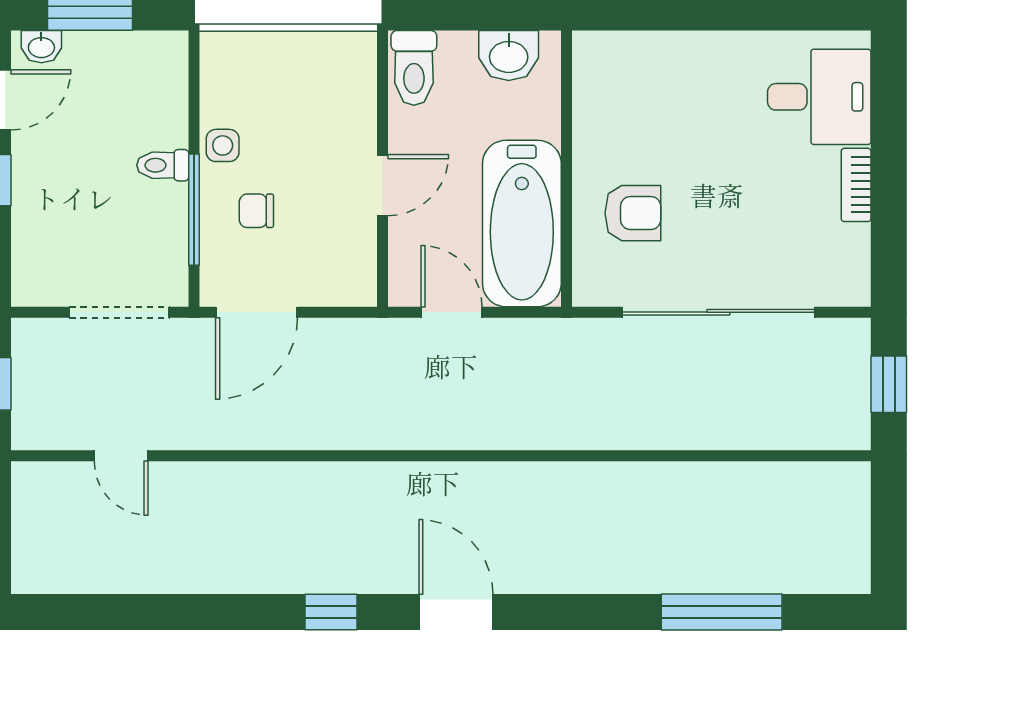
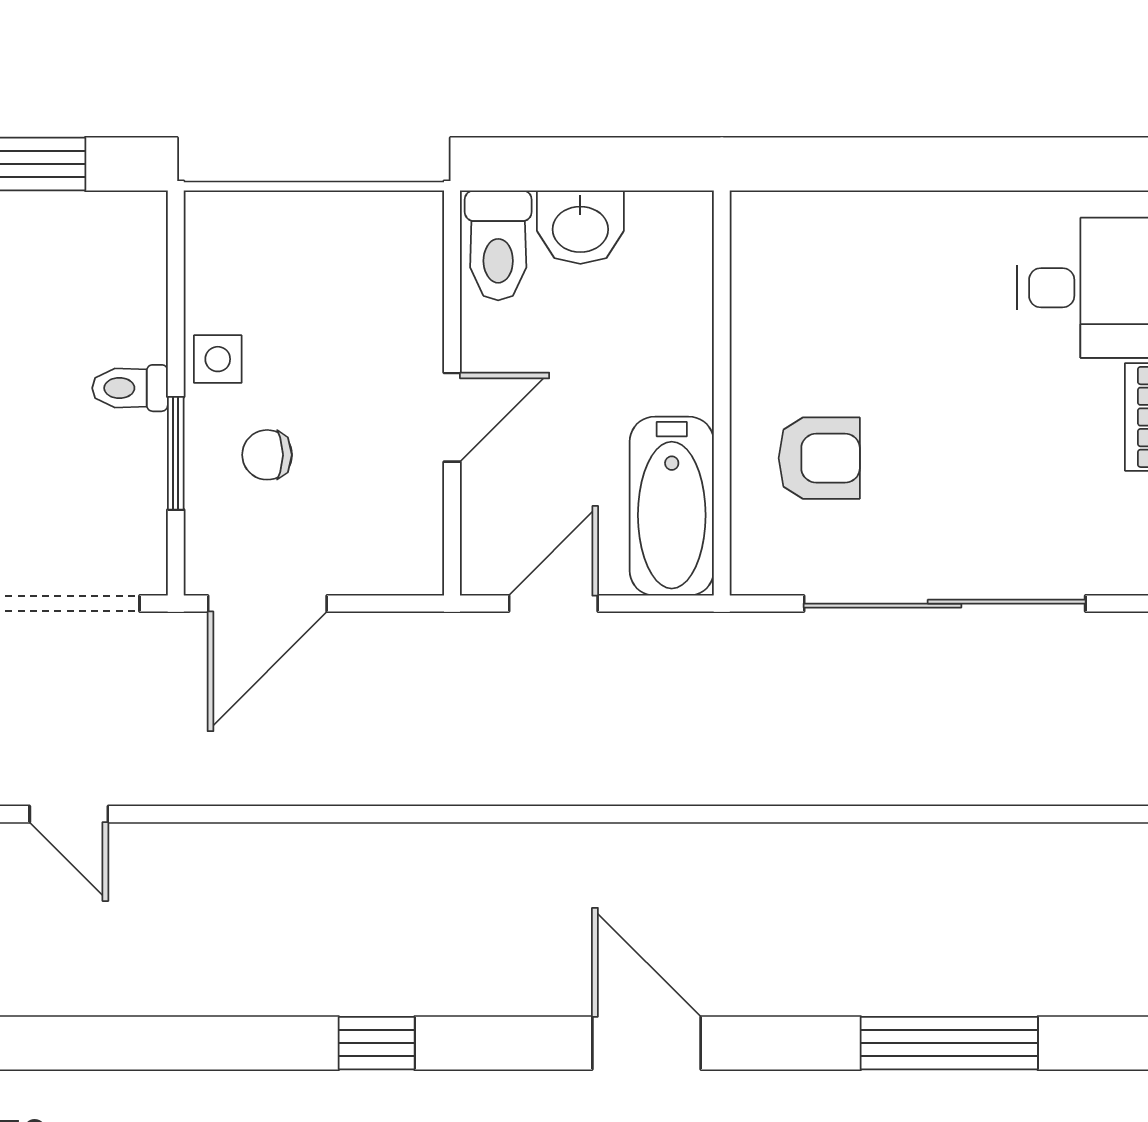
washbasin: (509, 55) -> (580, 227), moved
window: (194, 210) -> (176, 453), width x0.69
bathtub: (522, 223) -> (672, 506), width x0.73, depth x0.73
door: (452, 312) -> (553, 604), hinge flipped
door: (456, 612) -> (646, 1043), moved

